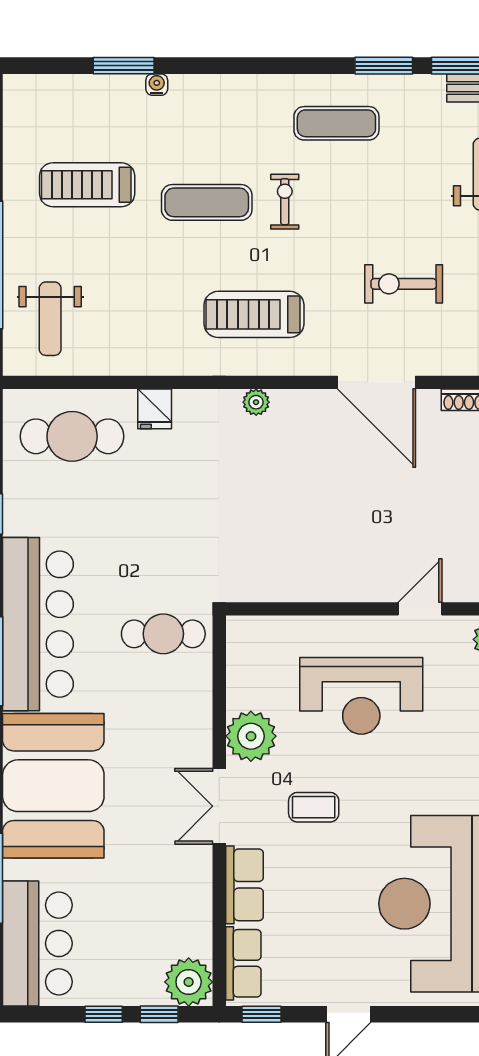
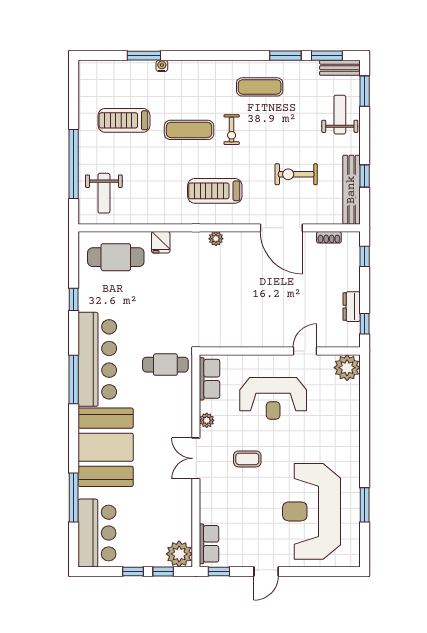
exercise bike: (285, 202) -> (232, 130), turned 180
plant: (251, 736) -> (207, 420), width x0.53, depth x0.53
row of seats: (244, 885) -> (210, 379), moved

